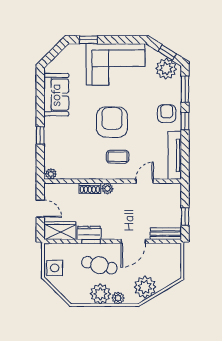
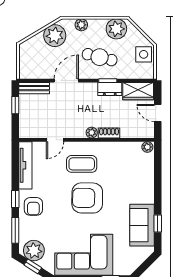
armchair: (112, 122) -> (87, 198), turned 91
window: (40, 135) -> (158, 223), moved
coffee table: (118, 157) -> (82, 164), width x1.36, depth x1.30
plant: (100, 294) -> (116, 29), moved

